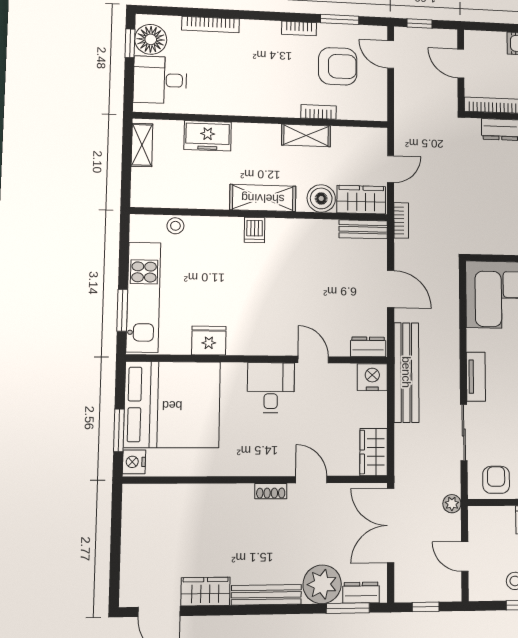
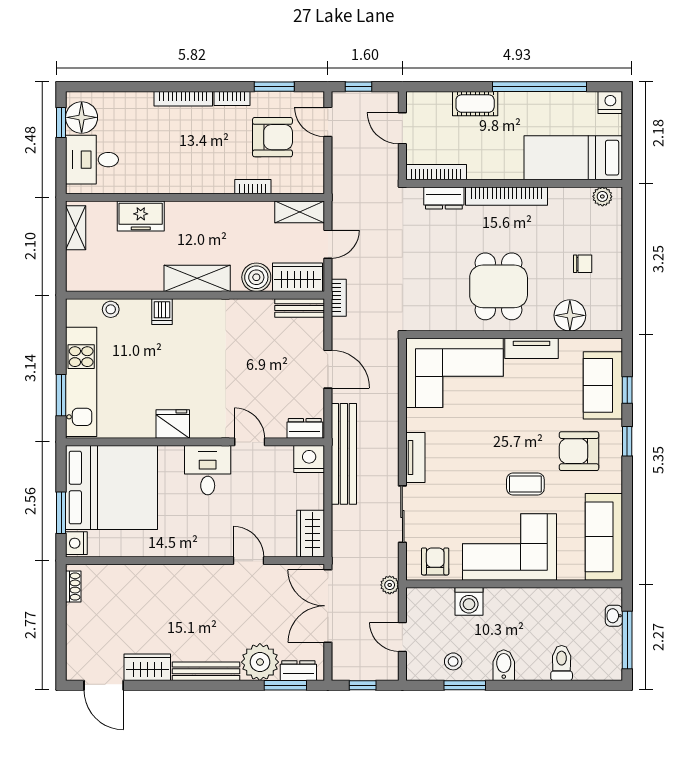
bookcase: (211, 24) -> (183, 99), moved
shelving: (306, 135) -> (300, 212), moved
dishwasher: (254, 230) -> (162, 312), moved
fridge: (209, 341) -> (173, 424), moved
shoe rack: (271, 491) -> (73, 587), moved, turned -90

